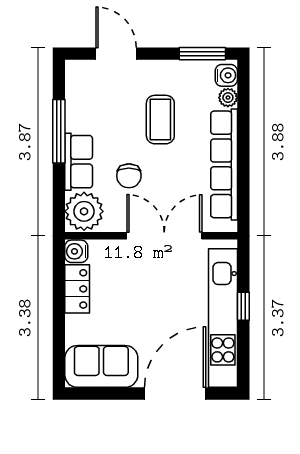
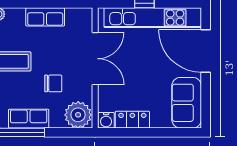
row of seats: (79, 162) -> (29, 119), moved
row of seats: (224, 164) -> (45, 17), width x0.50
double door: (164, 236) -> (95, 59), swing flipped

